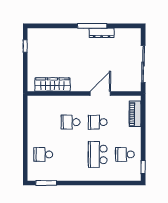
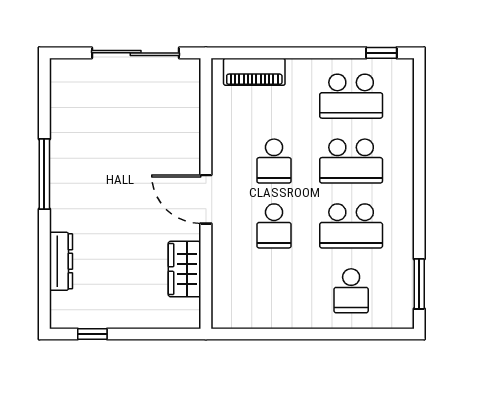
dresser: (102, 33) -> (61, 261), moved
wardrobe: (52, 85) -> (184, 269), width x0.67
door: (100, 94) -> (206, 199), moved
school desk: (71, 154) -> (351, 226), added
school desk: (125, 154) -> (351, 96), width x1.85

